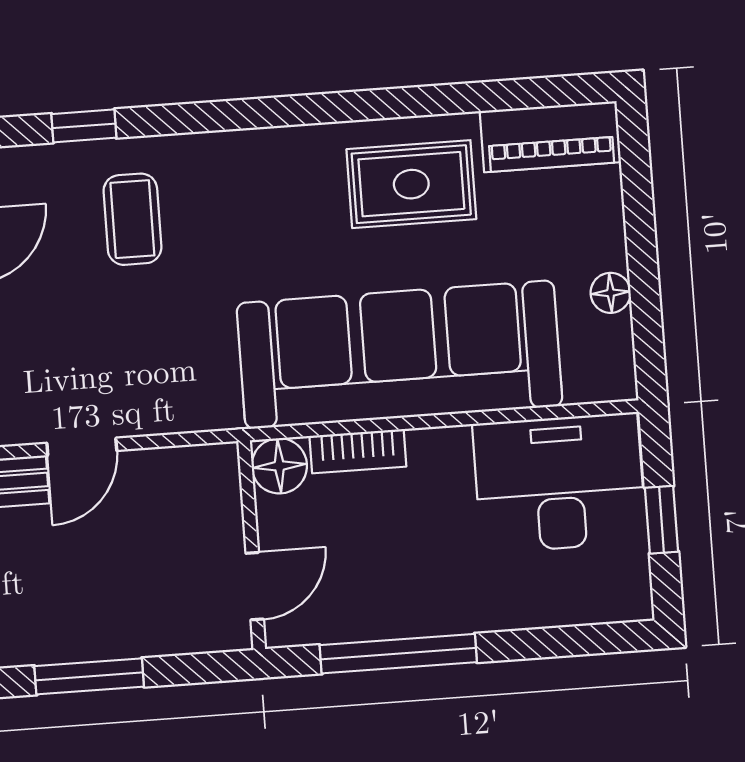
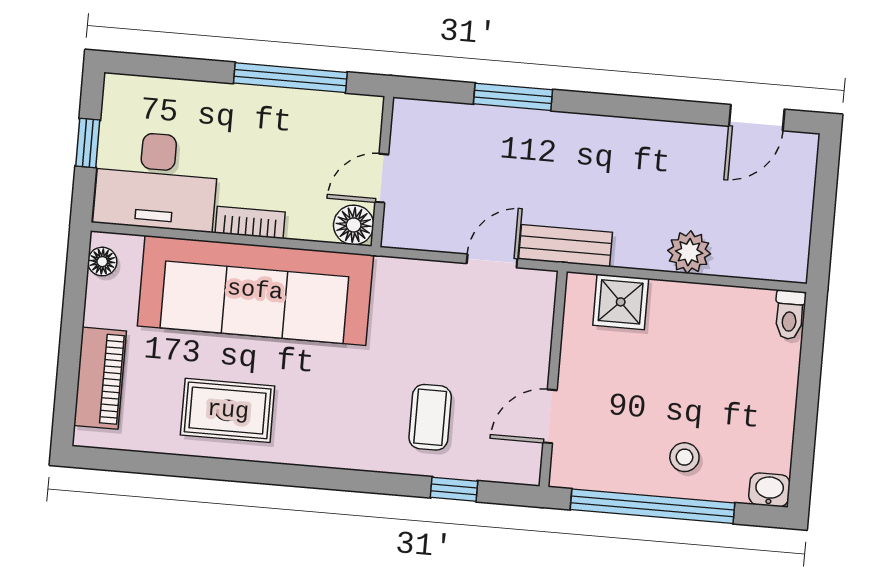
piano: (550, 137) -> (100, 378), moved, turned 90
floor lamp: (611, 293) -> (102, 262), moved
bookcase: (358, 451) -> (250, 222), moved
door: (255, 586) -> (382, 178), moved

